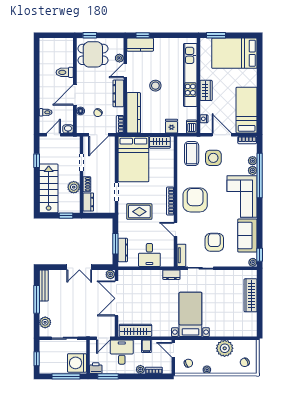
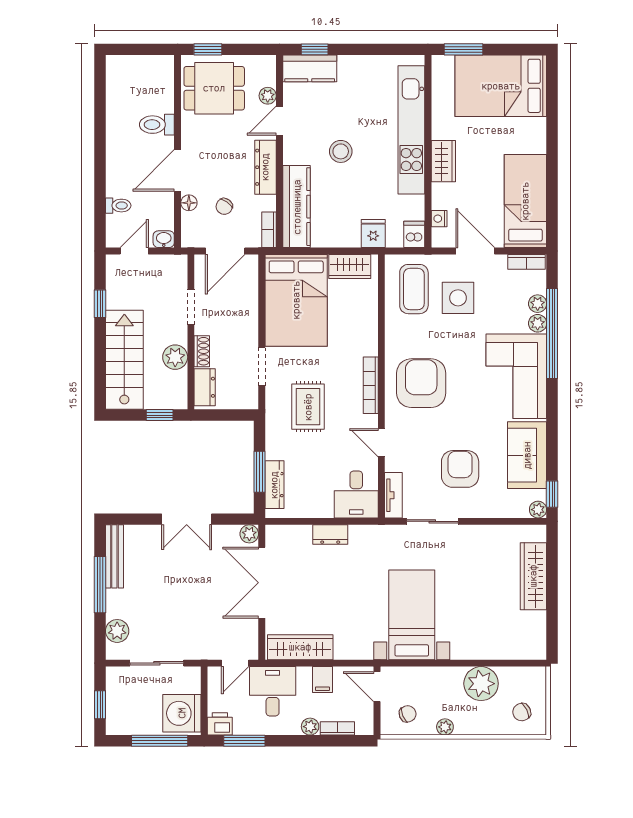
rug: (139, 212) -> (308, 407), turned 90
desk: (149, 255) -> (356, 494), moved
dresser: (171, 275) -> (330, 534), moved

